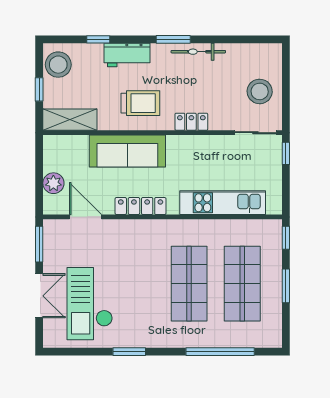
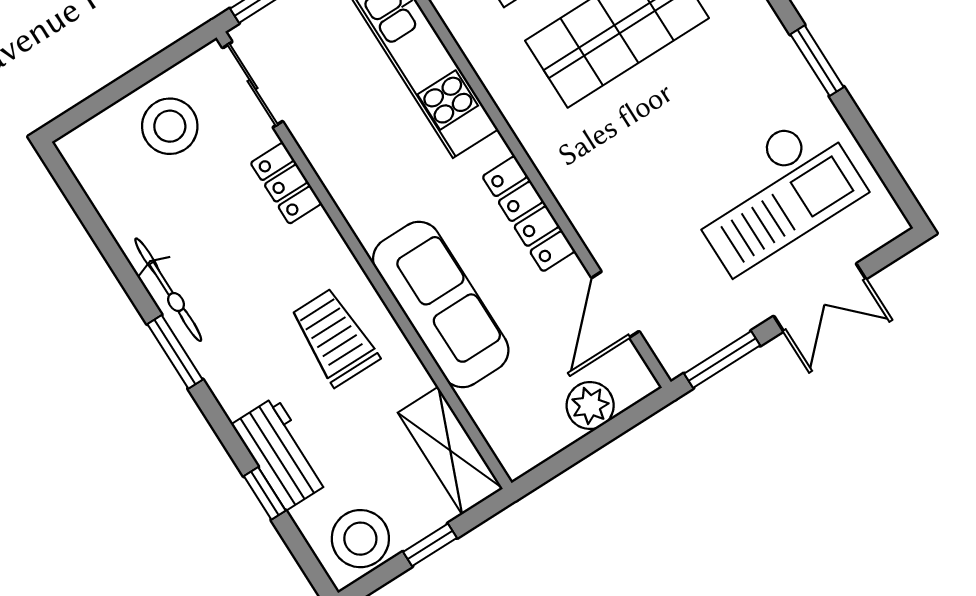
workbench: (127, 55) -> (281, 453), moved
locker: (191, 122) -> (286, 183), moved
double door: (39, 296) -> (820, 298), swing flipped

